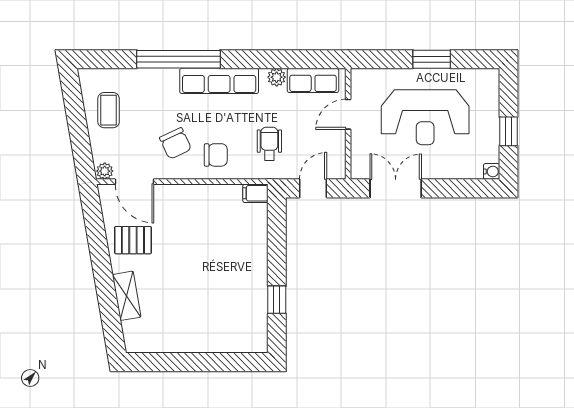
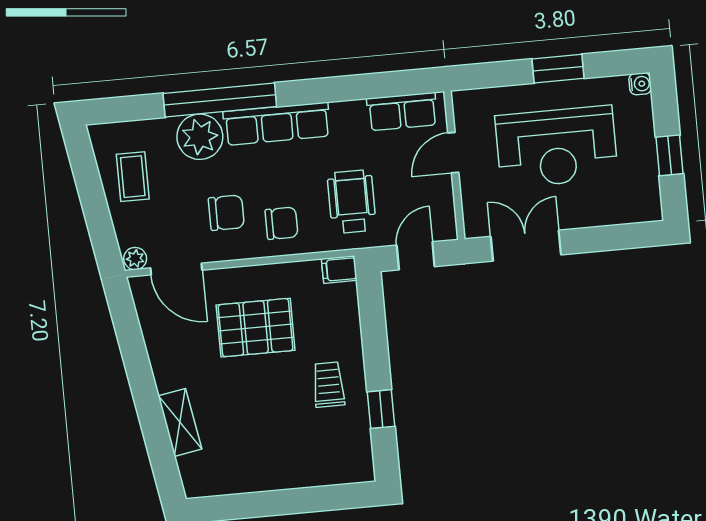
plant: (277, 77) -> (200, 137), moved, width x1.88, depth x1.88
chair: (175, 143) -> (226, 213), turned -65
wheelchair: (269, 144) -> (352, 202), width x1.36, depth x1.37
water cooler: (492, 171) -> (640, 84), moved
pallet: (133, 240) -> (256, 328), moved, width x1.50, depth x1.42
trolley: (240, 278) -> (329, 385), added

